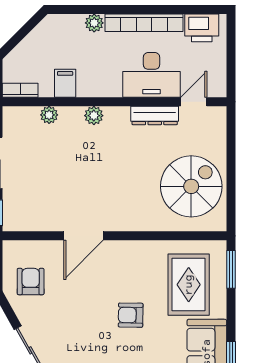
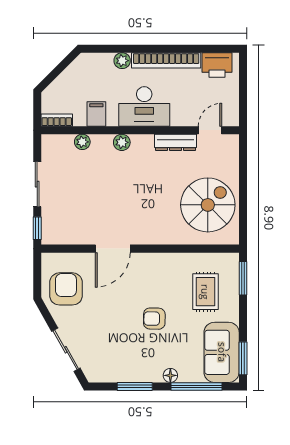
desk: (152, 75) -> (144, 106), moved
armchair: (31, 281) -> (66, 289), width x1.38, depth x1.38
rug: (189, 285) -> (205, 292), width x0.73, depth x0.70

